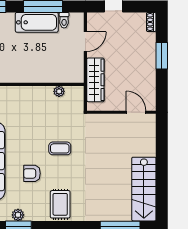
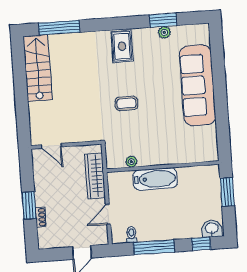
bathtub: (37, 22) -> (155, 179), moved, turned 180
shoe rack: (151, 22) -> (41, 217), moved
armchair: (32, 173) -> (153, 76), removed

